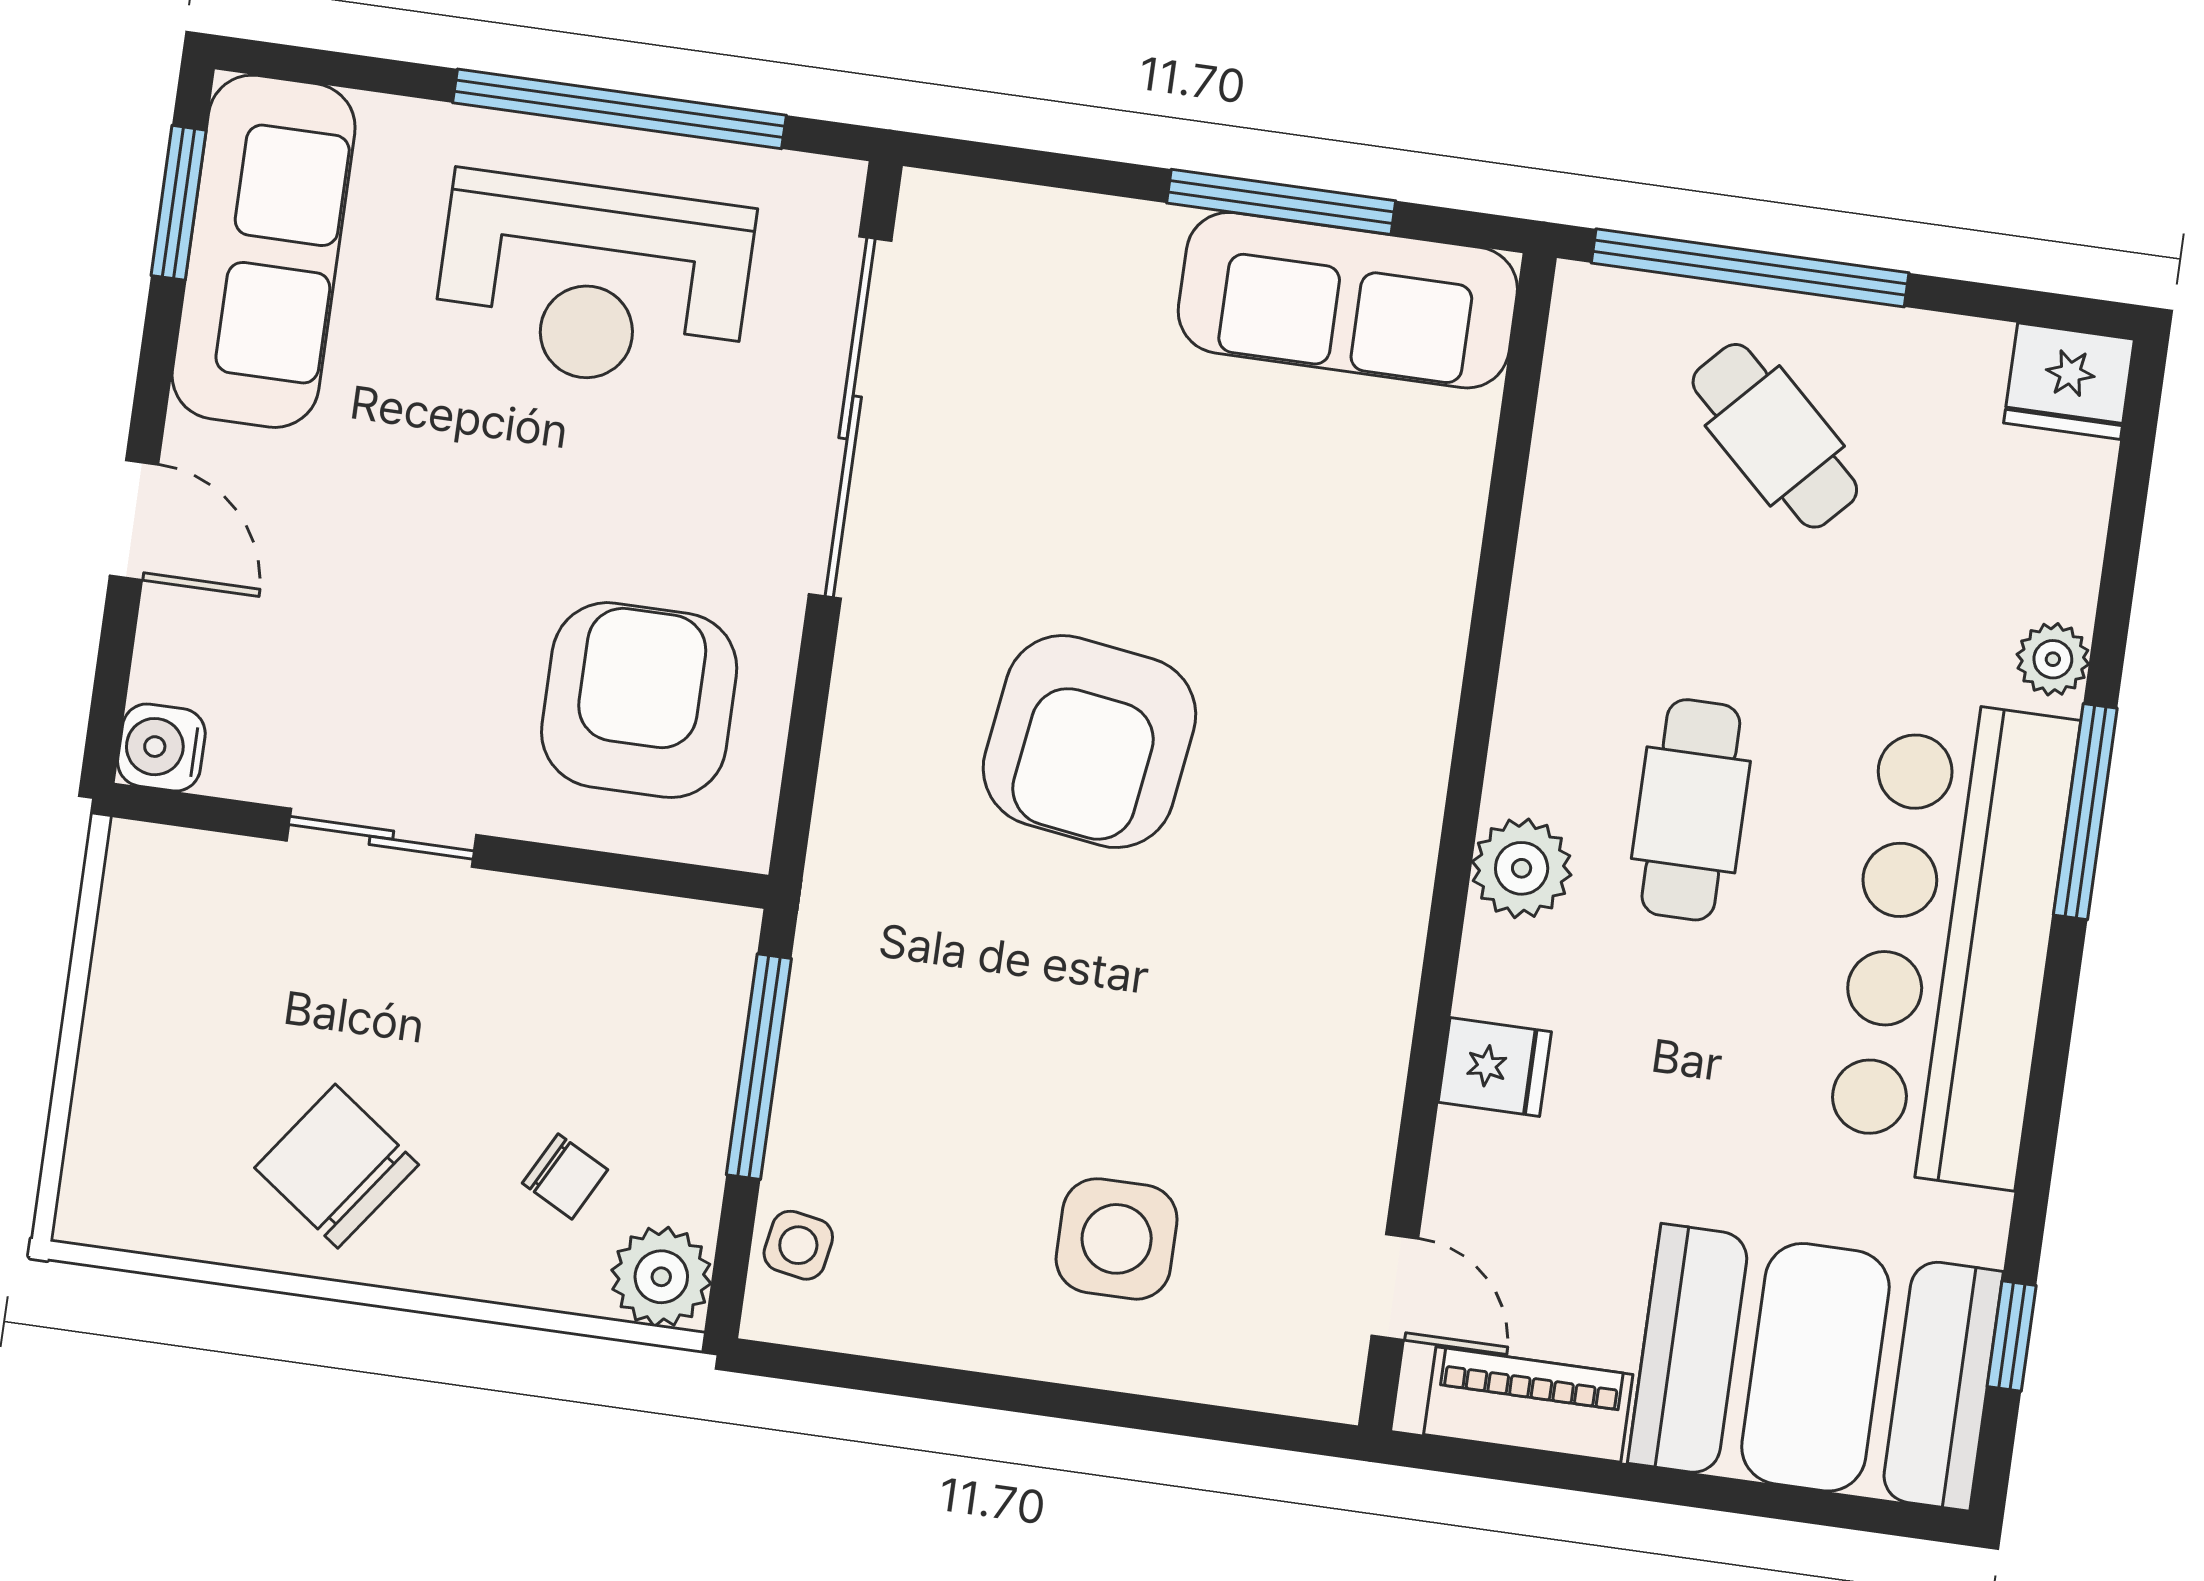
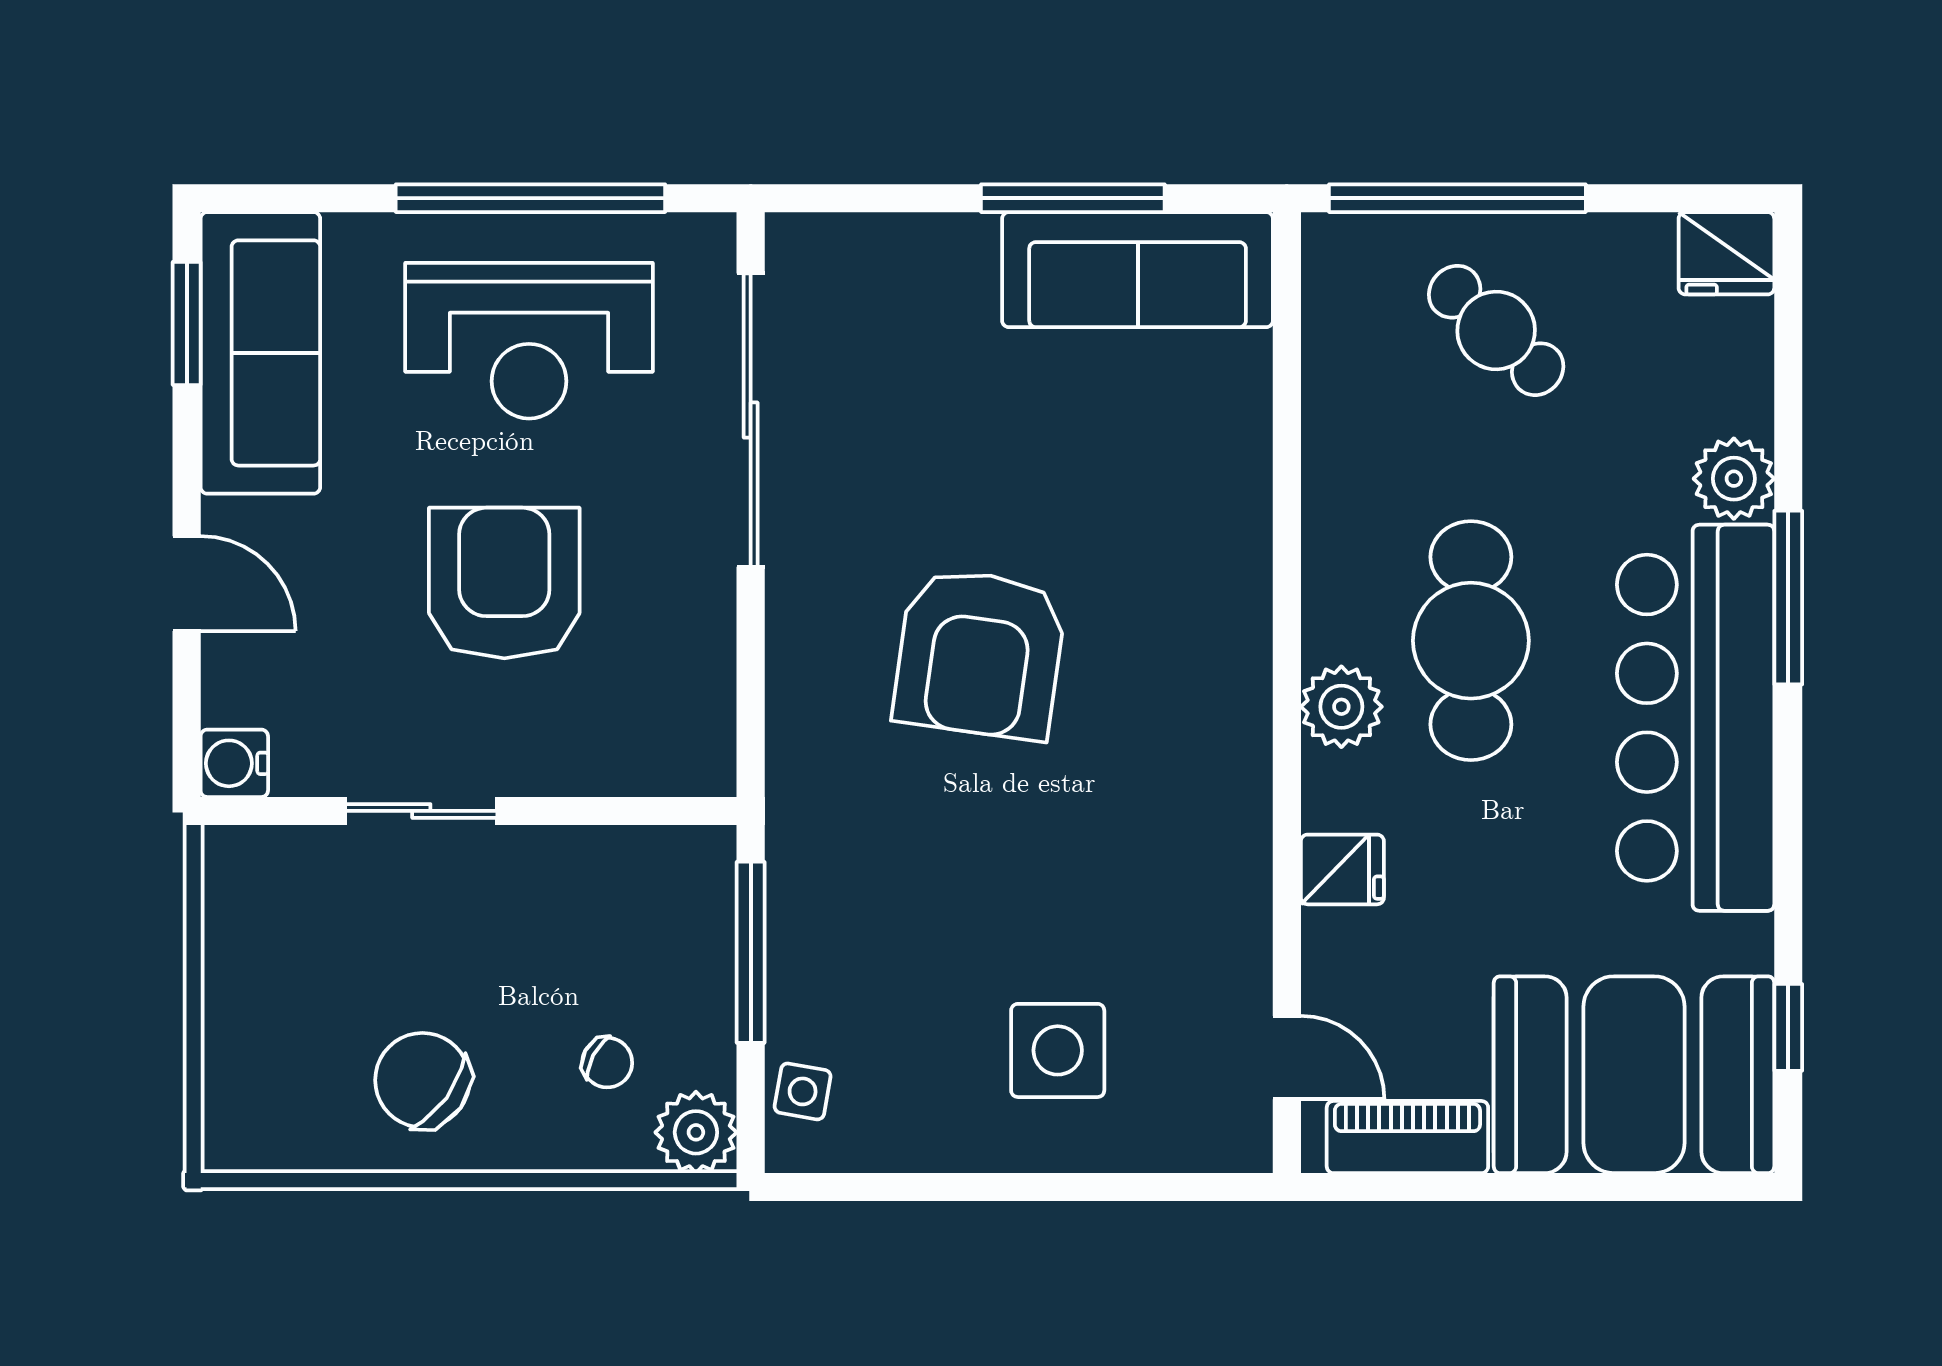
plant: (2053, 659) -> (1734, 479), width x1.38, depth x1.38
armchair: (639, 700) -> (504, 583), moved
cafe table: (1691, 810) -> (1471, 641), width x1.37, depth x1.35

